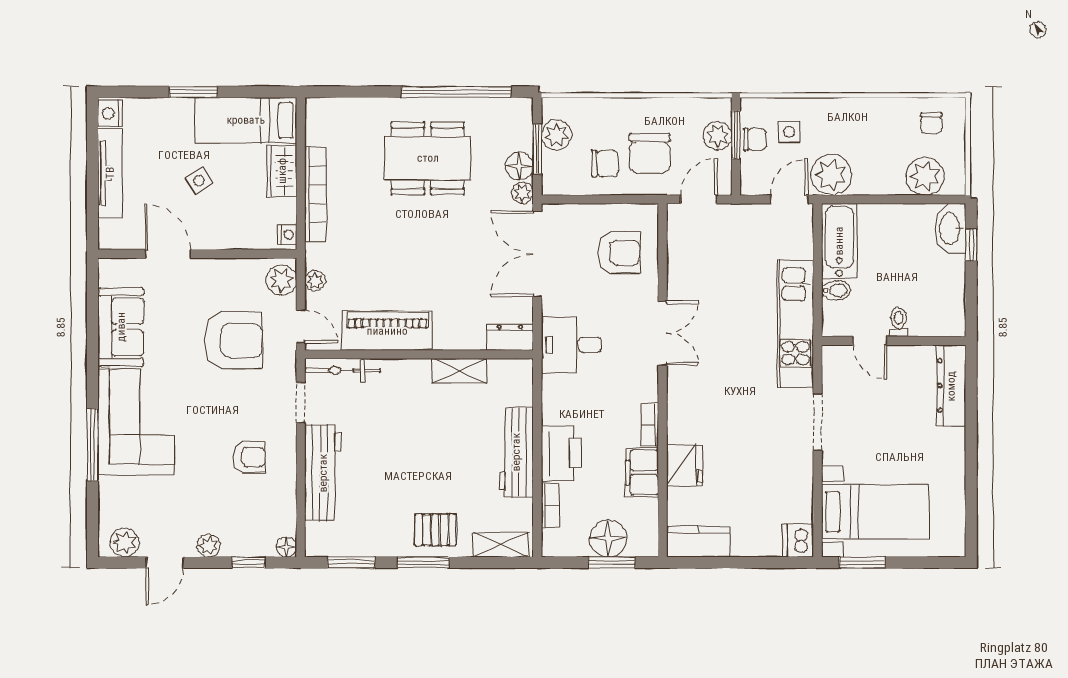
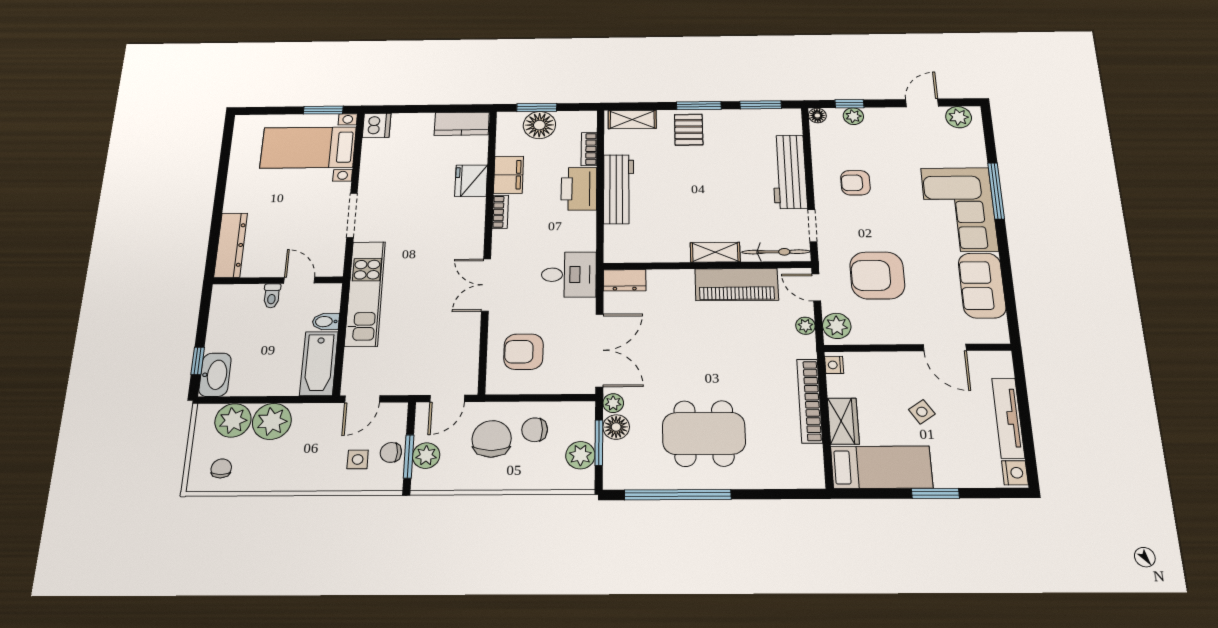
plant: (831, 175) -> (272, 421), moved
shelving: (459, 371) -> (715, 252), moved
pallet: (436, 530) -> (689, 130), turned 90
plant: (209, 546) -> (853, 116), moved

